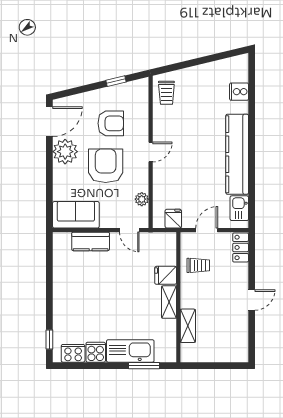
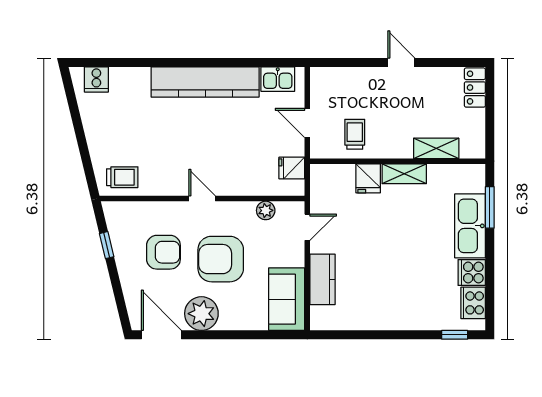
cooker: (239, 92) -> (96, 79), moved
armchair: (111, 123) -> (163, 252), turned 90
locker: (241, 247) -> (475, 88), moved, turned 90

